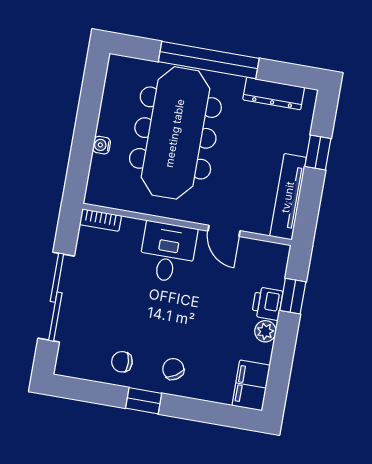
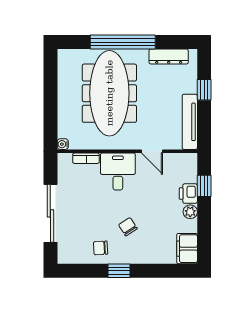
water cooler: (102, 145) -> (63, 144), moved
bookcase: (100, 220) -> (86, 158), moved
chair: (173, 369) -> (128, 227), moved

